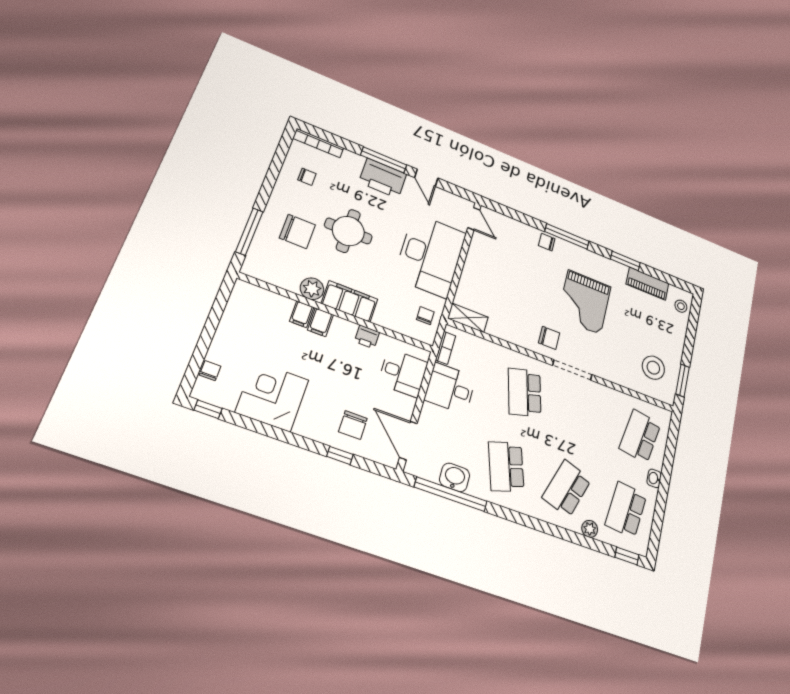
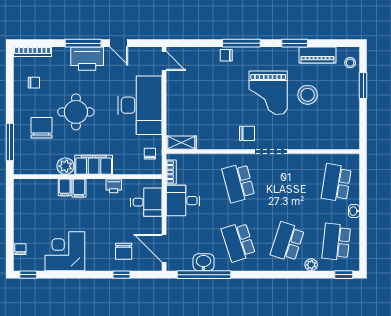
chair: (297, 231) -> (41, 128), turned -90
stool: (653, 368) -> (308, 95), moved
window: (682, 381) -> (363, 85), moved

